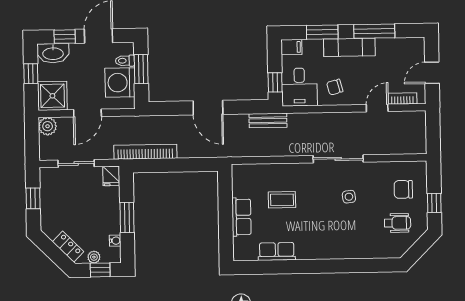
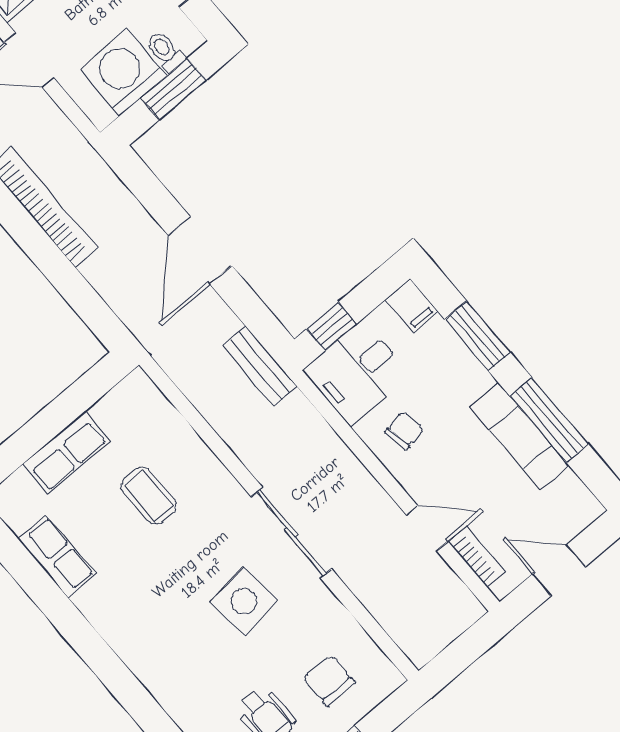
exam couch: (349, 47) -> (519, 436), moved
chair: (335, 87) -> (404, 430), turned 96
side table: (349, 197) -> (244, 601), width x1.87, depth x1.87

